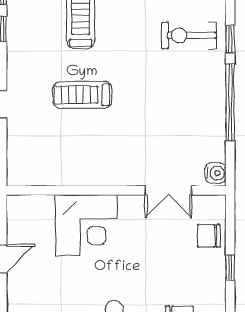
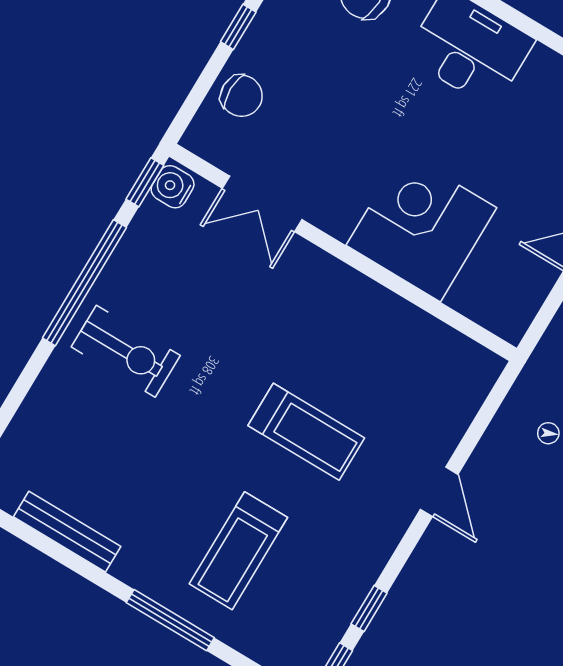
exercise bike: (189, 35) -> (126, 351), moved
window: (230, 39) -> (145, 182), moved
double door: (168, 190) -> (262, 204), swing flipped

